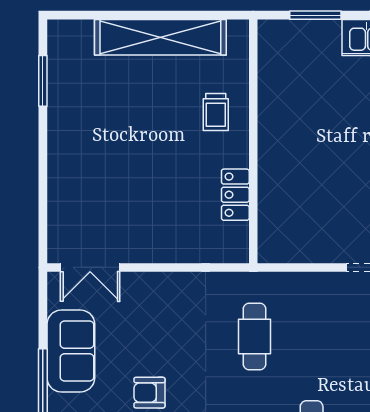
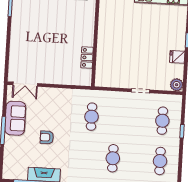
trolley: (216, 112) -> (81, 23), removed

